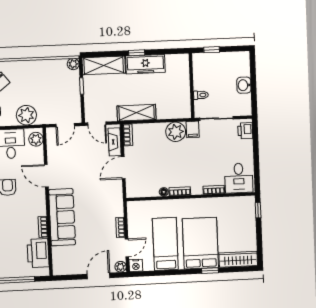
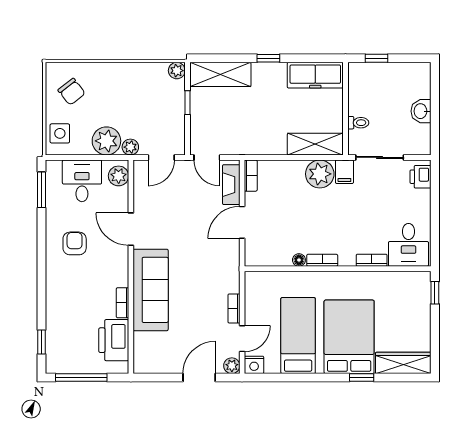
freezer: (145, 64) -> (315, 75), moved
shelving: (137, 113) -> (315, 144), moved
plant: (43, 119) -> (130, 147), added

